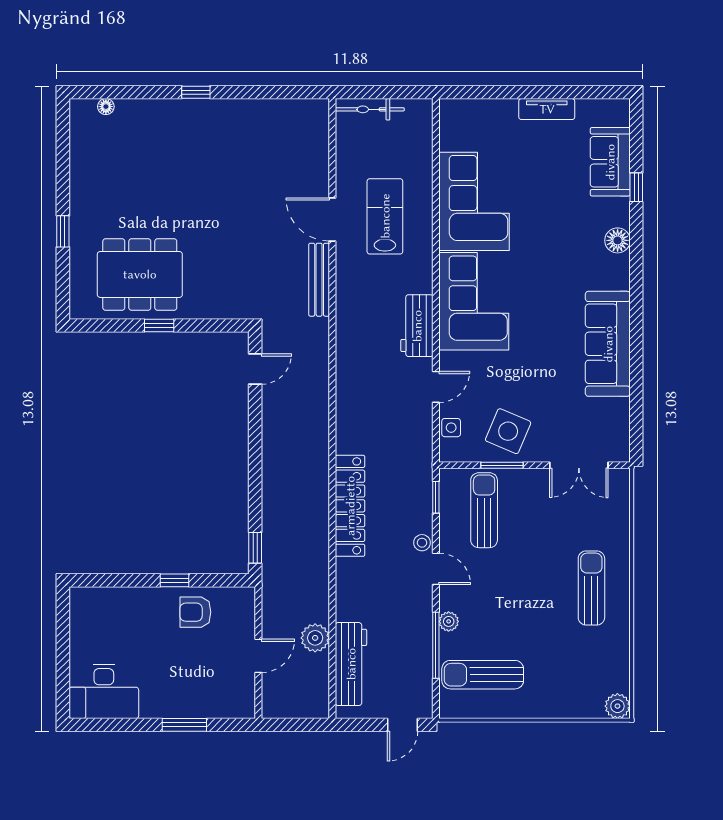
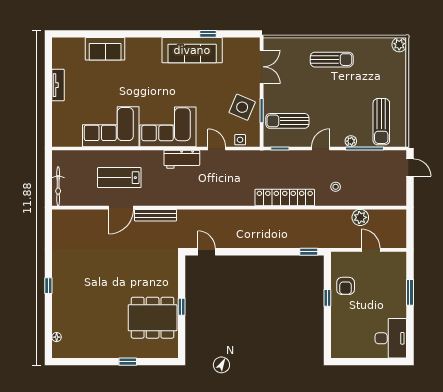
sofa: (610, 162) -> (105, 49), moved
window: (636, 187) -> (208, 34), moved
floor lamp: (618, 240) -> (133, 45), removed
dining table: (140, 274) -> (153, 318), turned 90
stool: (422, 543) -> (336, 187), moved
sun lounger: (591, 588) -> (332, 60), turned 180
workbench: (351, 664) -> (375, 197), removed

